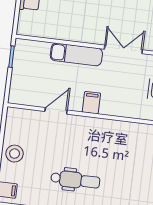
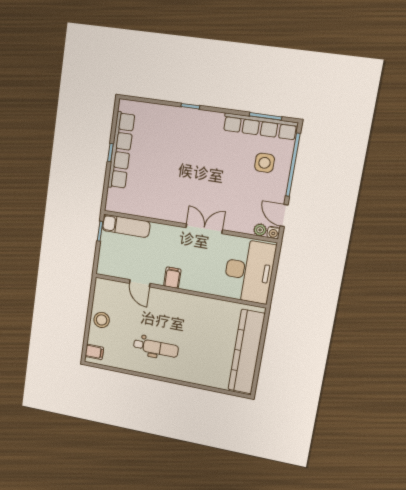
exam couch: (76, 54) -> (126, 226), moved
door: (56, 111) -> (140, 283), swing flipped

